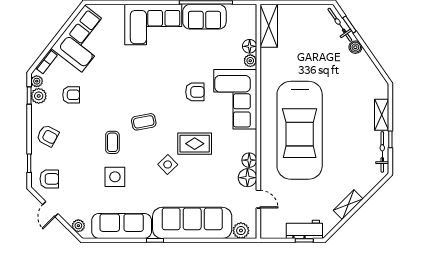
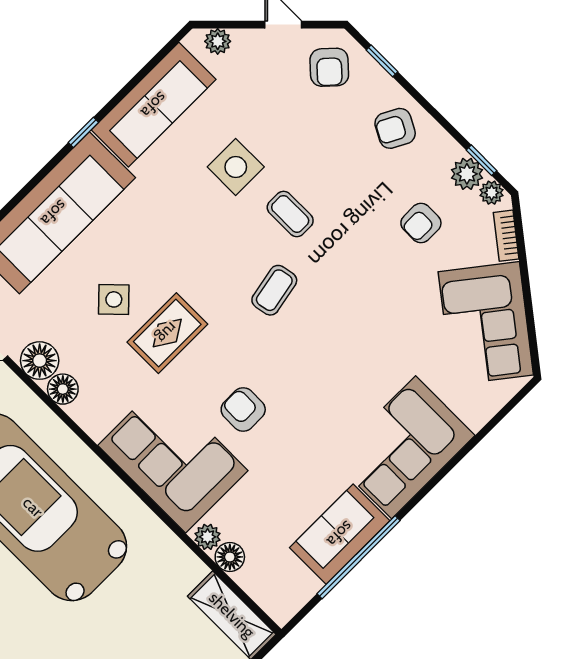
armchair: (195, 92) -> (243, 410), turned 90
side table: (168, 164) -> (114, 299), moved
armchair: (49, 179) -> (329, 67), turned -47

